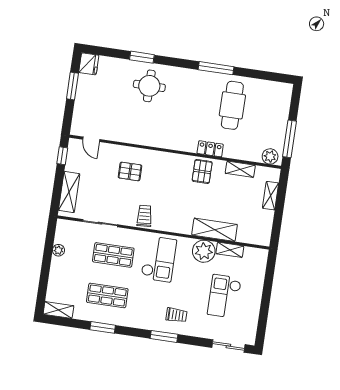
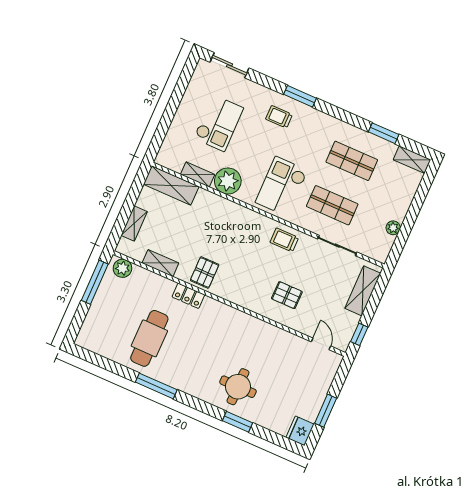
trolley: (144, 216) -> (284, 240), turned 94
shelving: (215, 230) -> (171, 185), moved
window: (103, 327) -> (384, 133), moved

